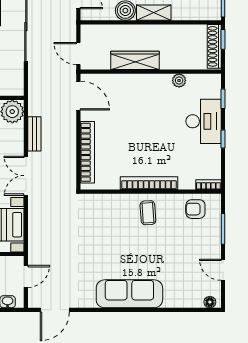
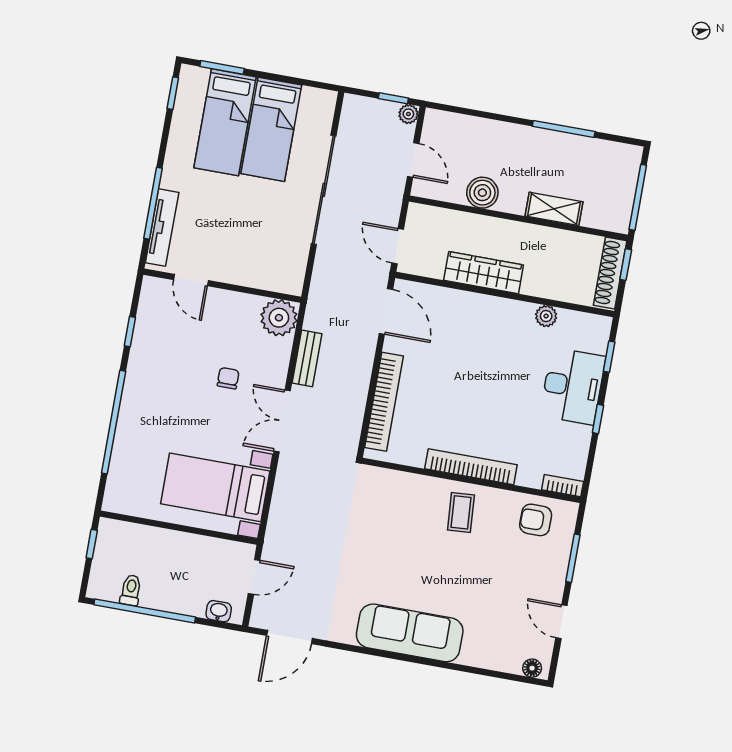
shelving: (154, 13) -> (554, 209), moved

